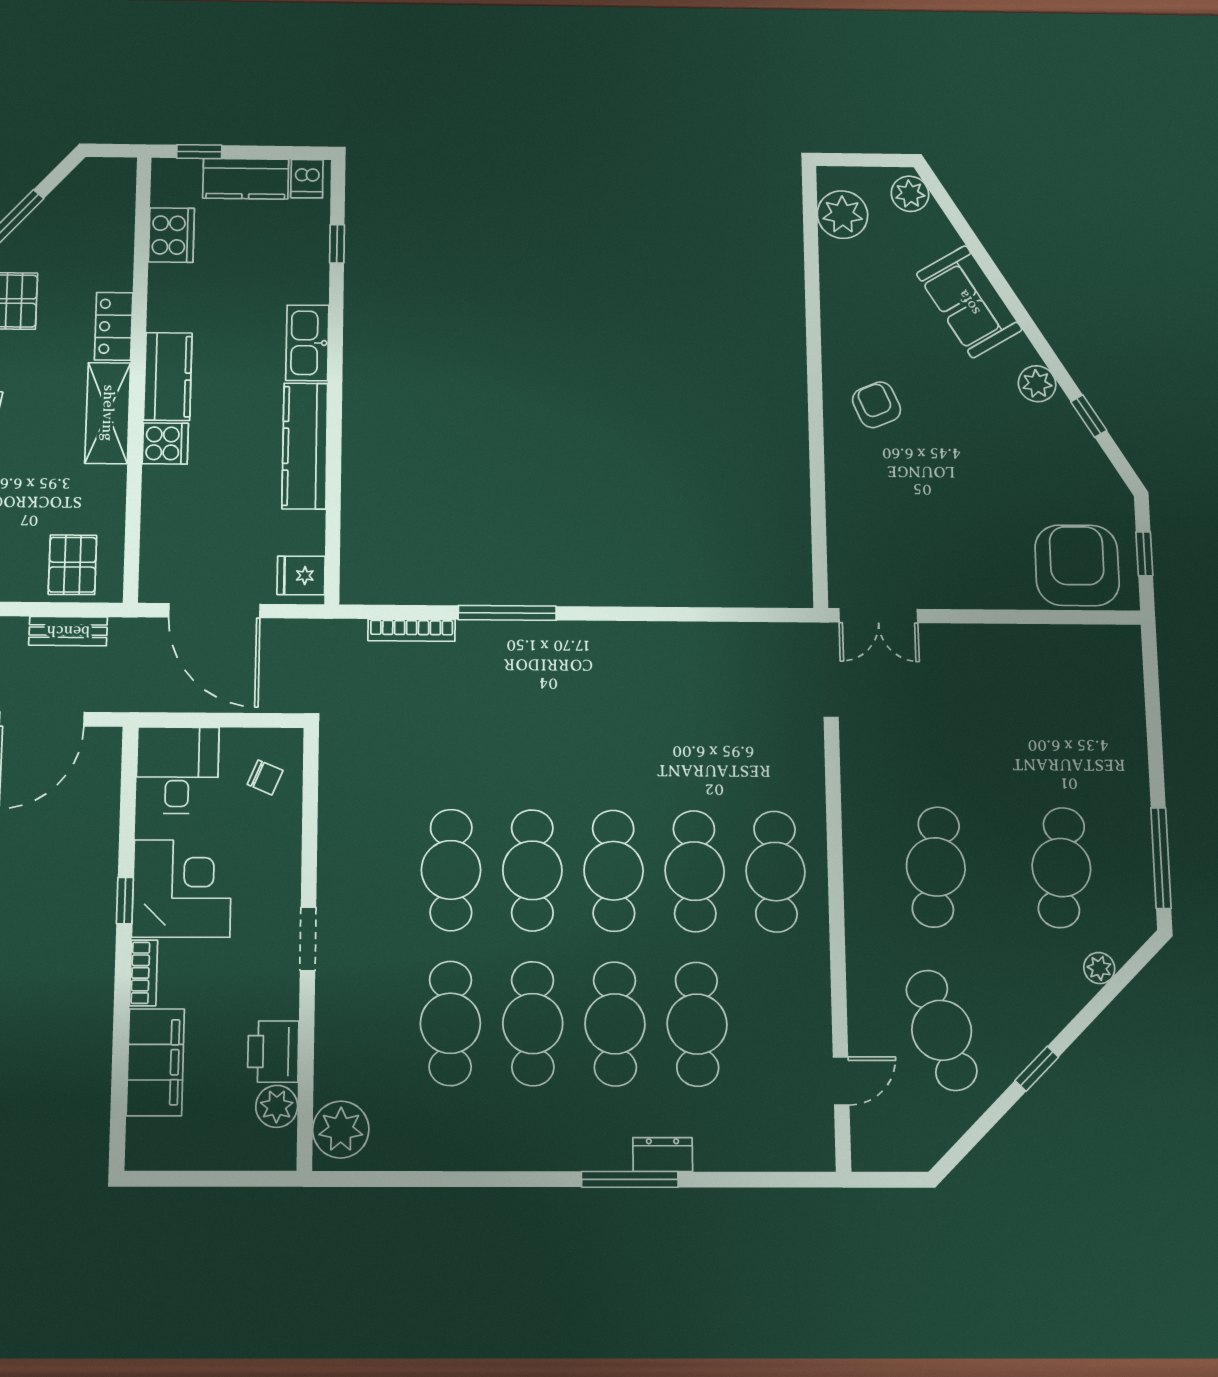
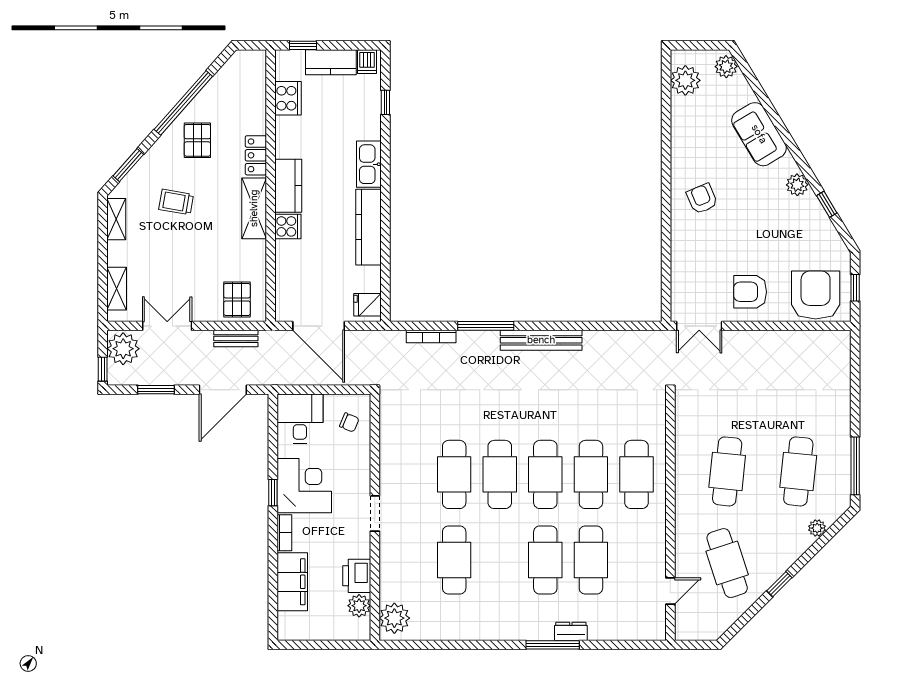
armchair: (964, 559) -> (750, 292), added
bench: (604, 638) -> (541, 340), added
cafe table: (533, 1024) -> (500, 560), removed

